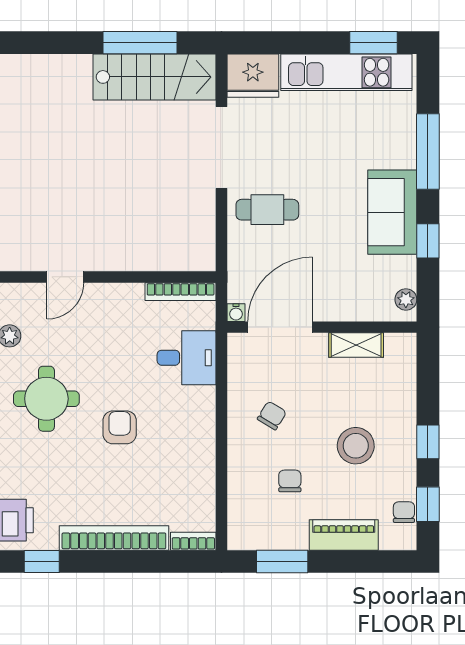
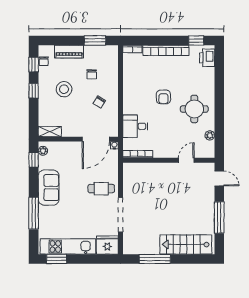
stairs: (154, 77) -> (186, 245), moved
window: (428, 241) -> (34, 160), moved
shelving: (356, 345) -> (50, 132), moved

